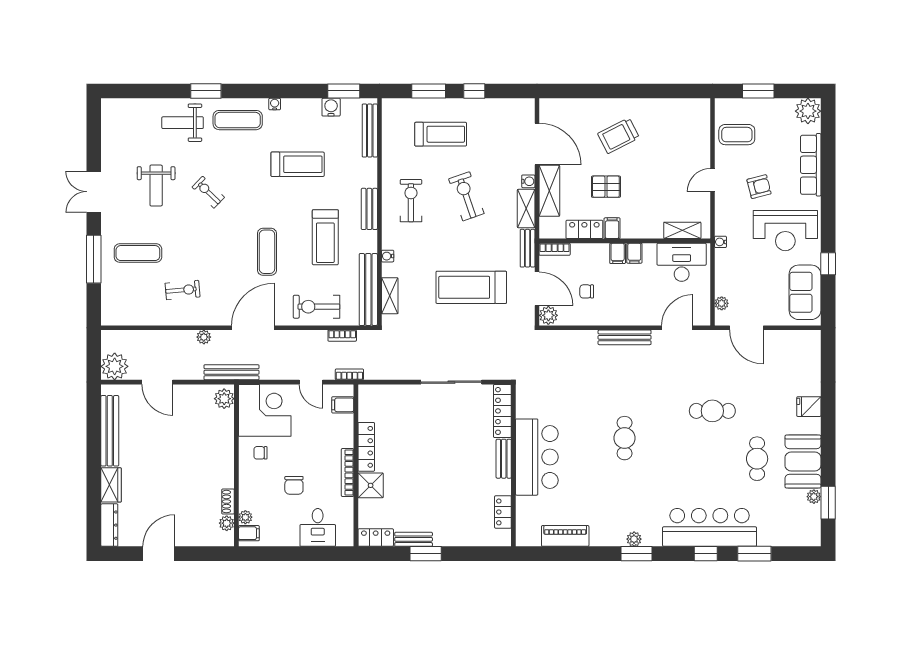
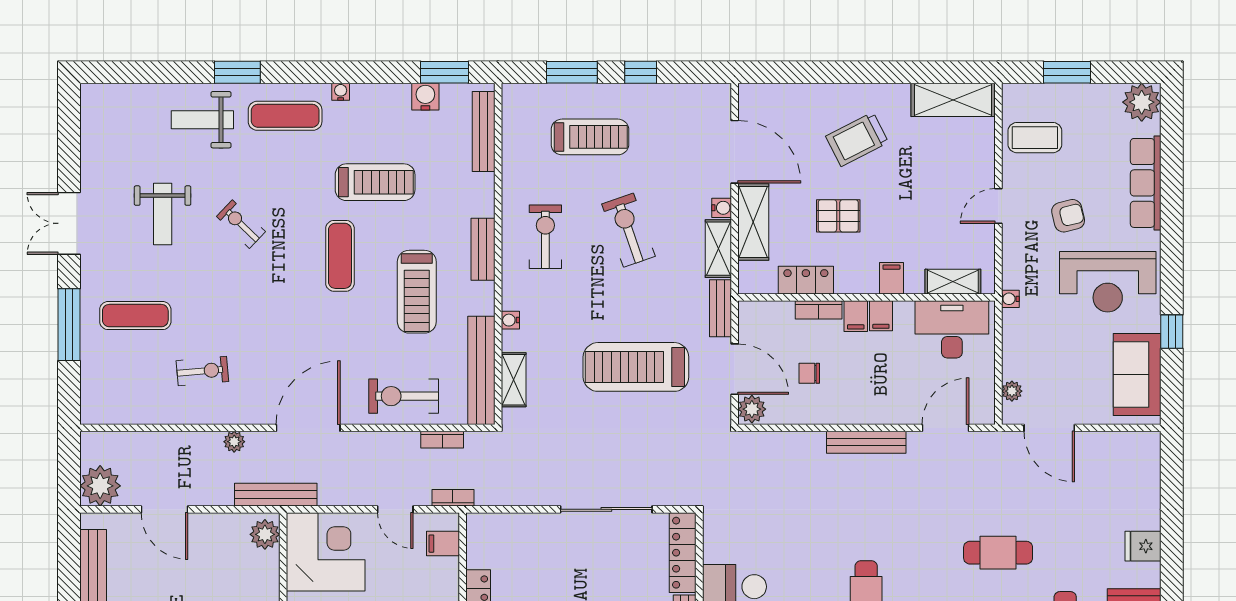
shelving: (682, 109) -> (953, 100), added
filing cabinet: (612, 228) -> (891, 278), moved
bookcase: (555, 249) -> (819, 310), moved
exercise mat: (267, 252) -> (340, 256), moved

